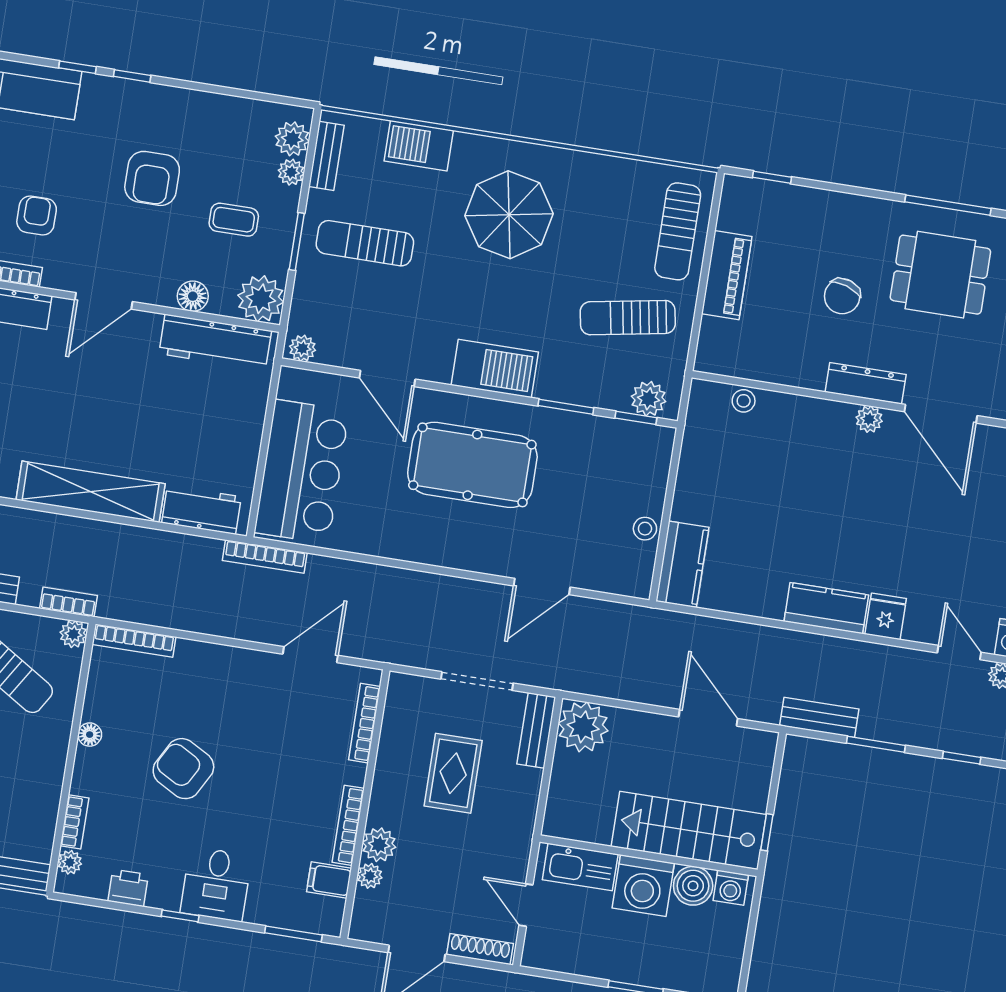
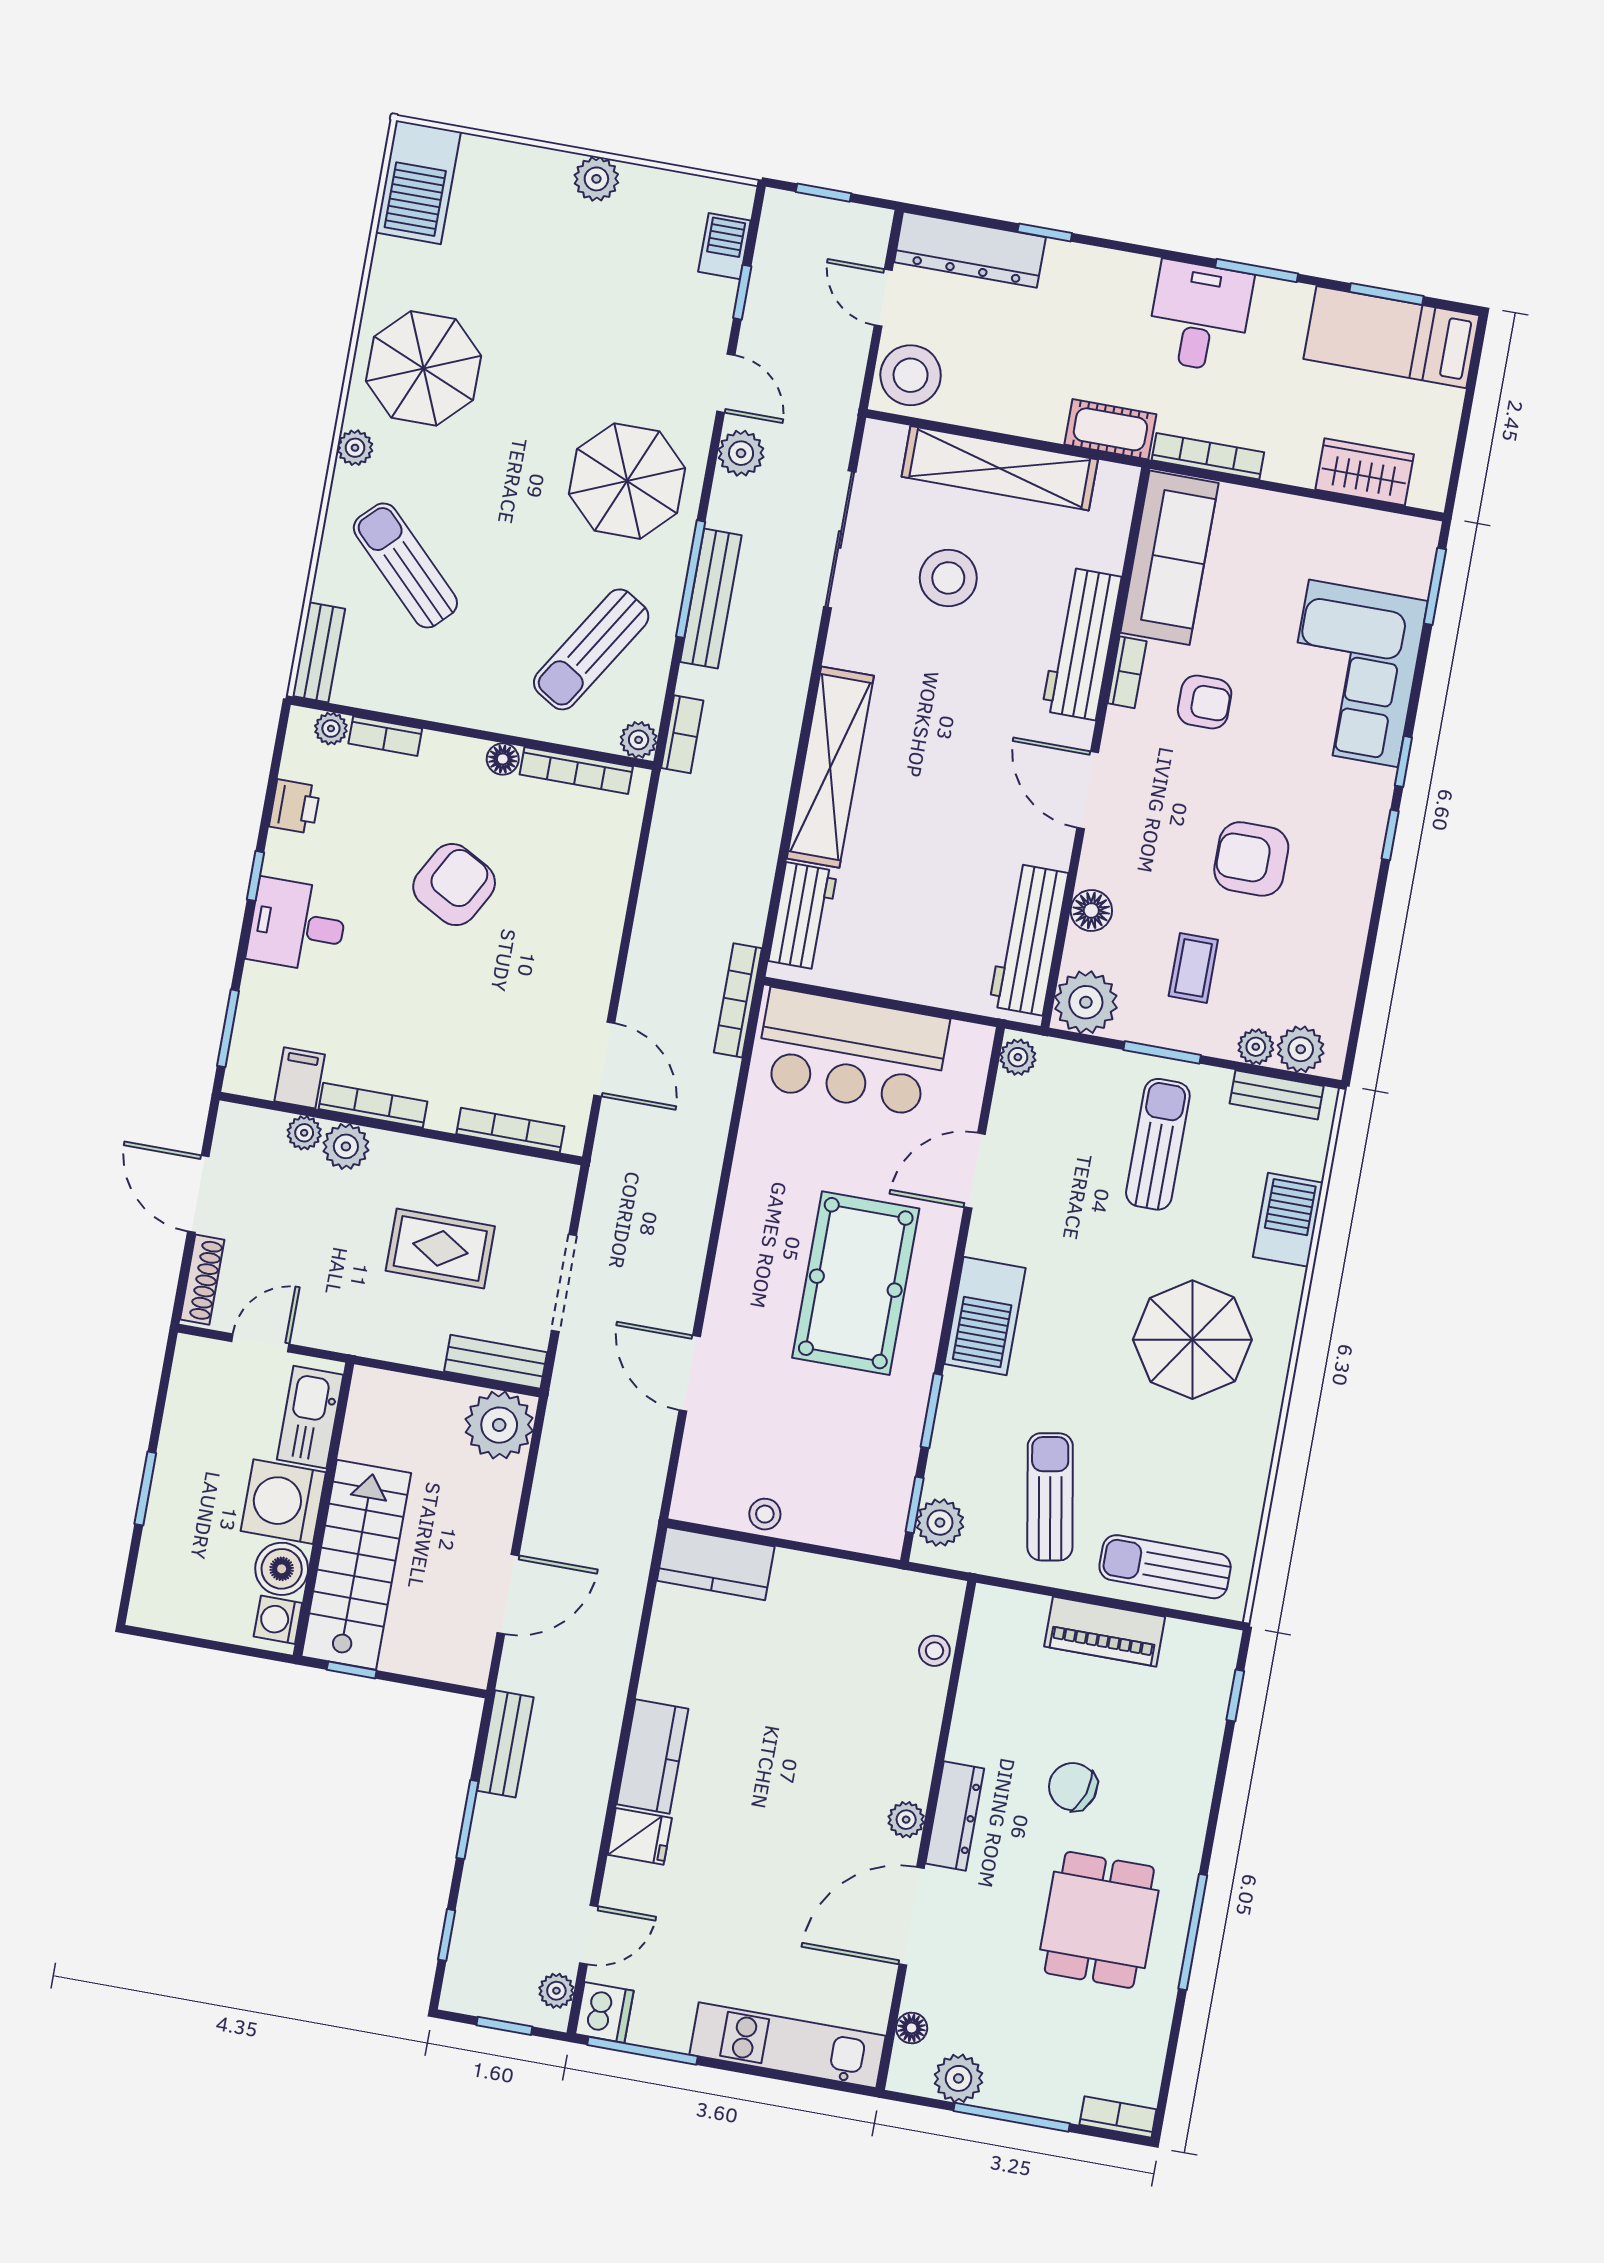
bookcase: (134, 641) -> (576, 770), moved, turned -90

